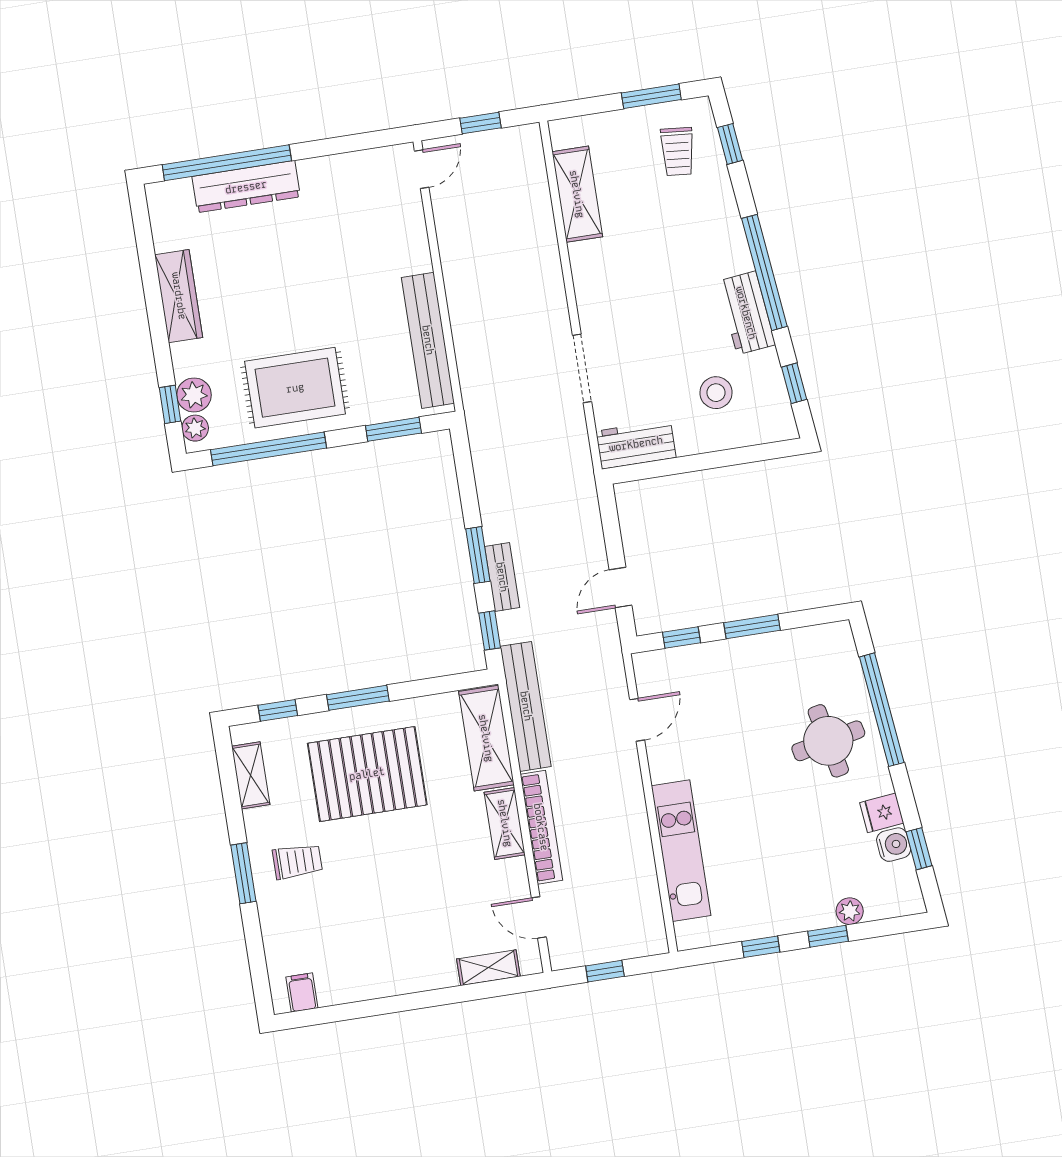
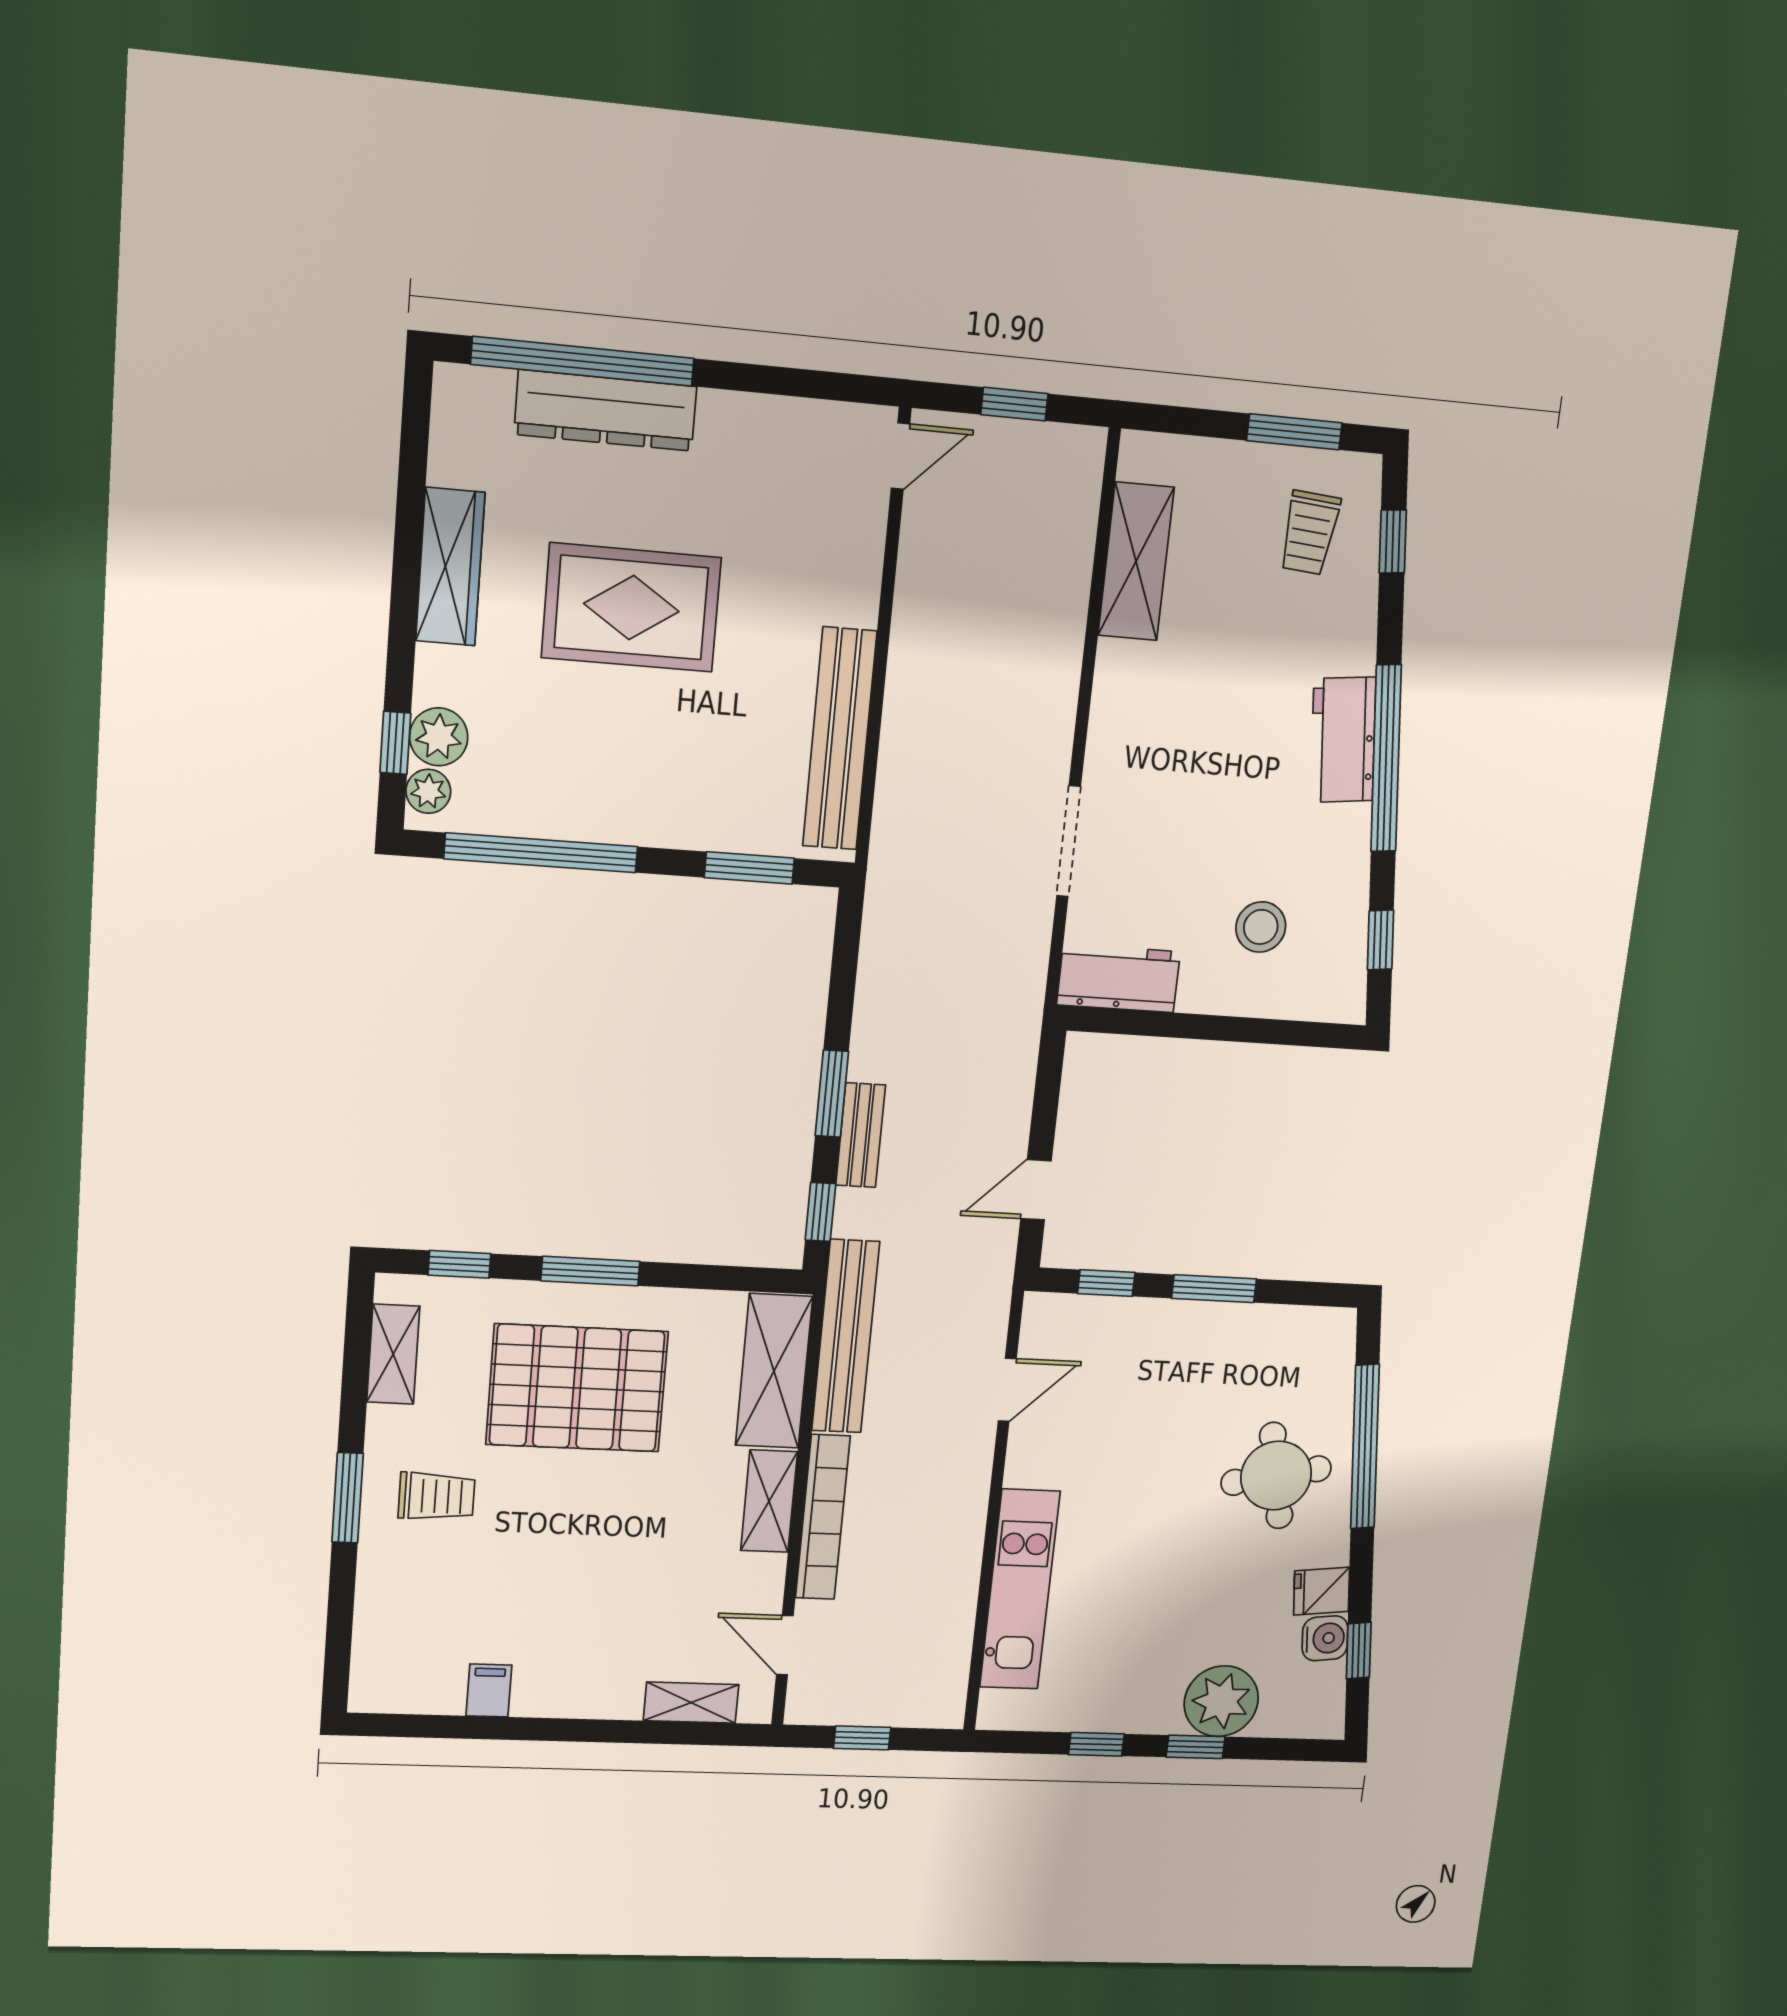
workbench: (746, 313) -> (1343, 740), moved
rug: (295, 388) -> (631, 608), moved
plant: (850, 911) -> (1221, 1701), width x1.88, depth x1.88
filing cabinet: (302, 992) -> (489, 1690), moved

